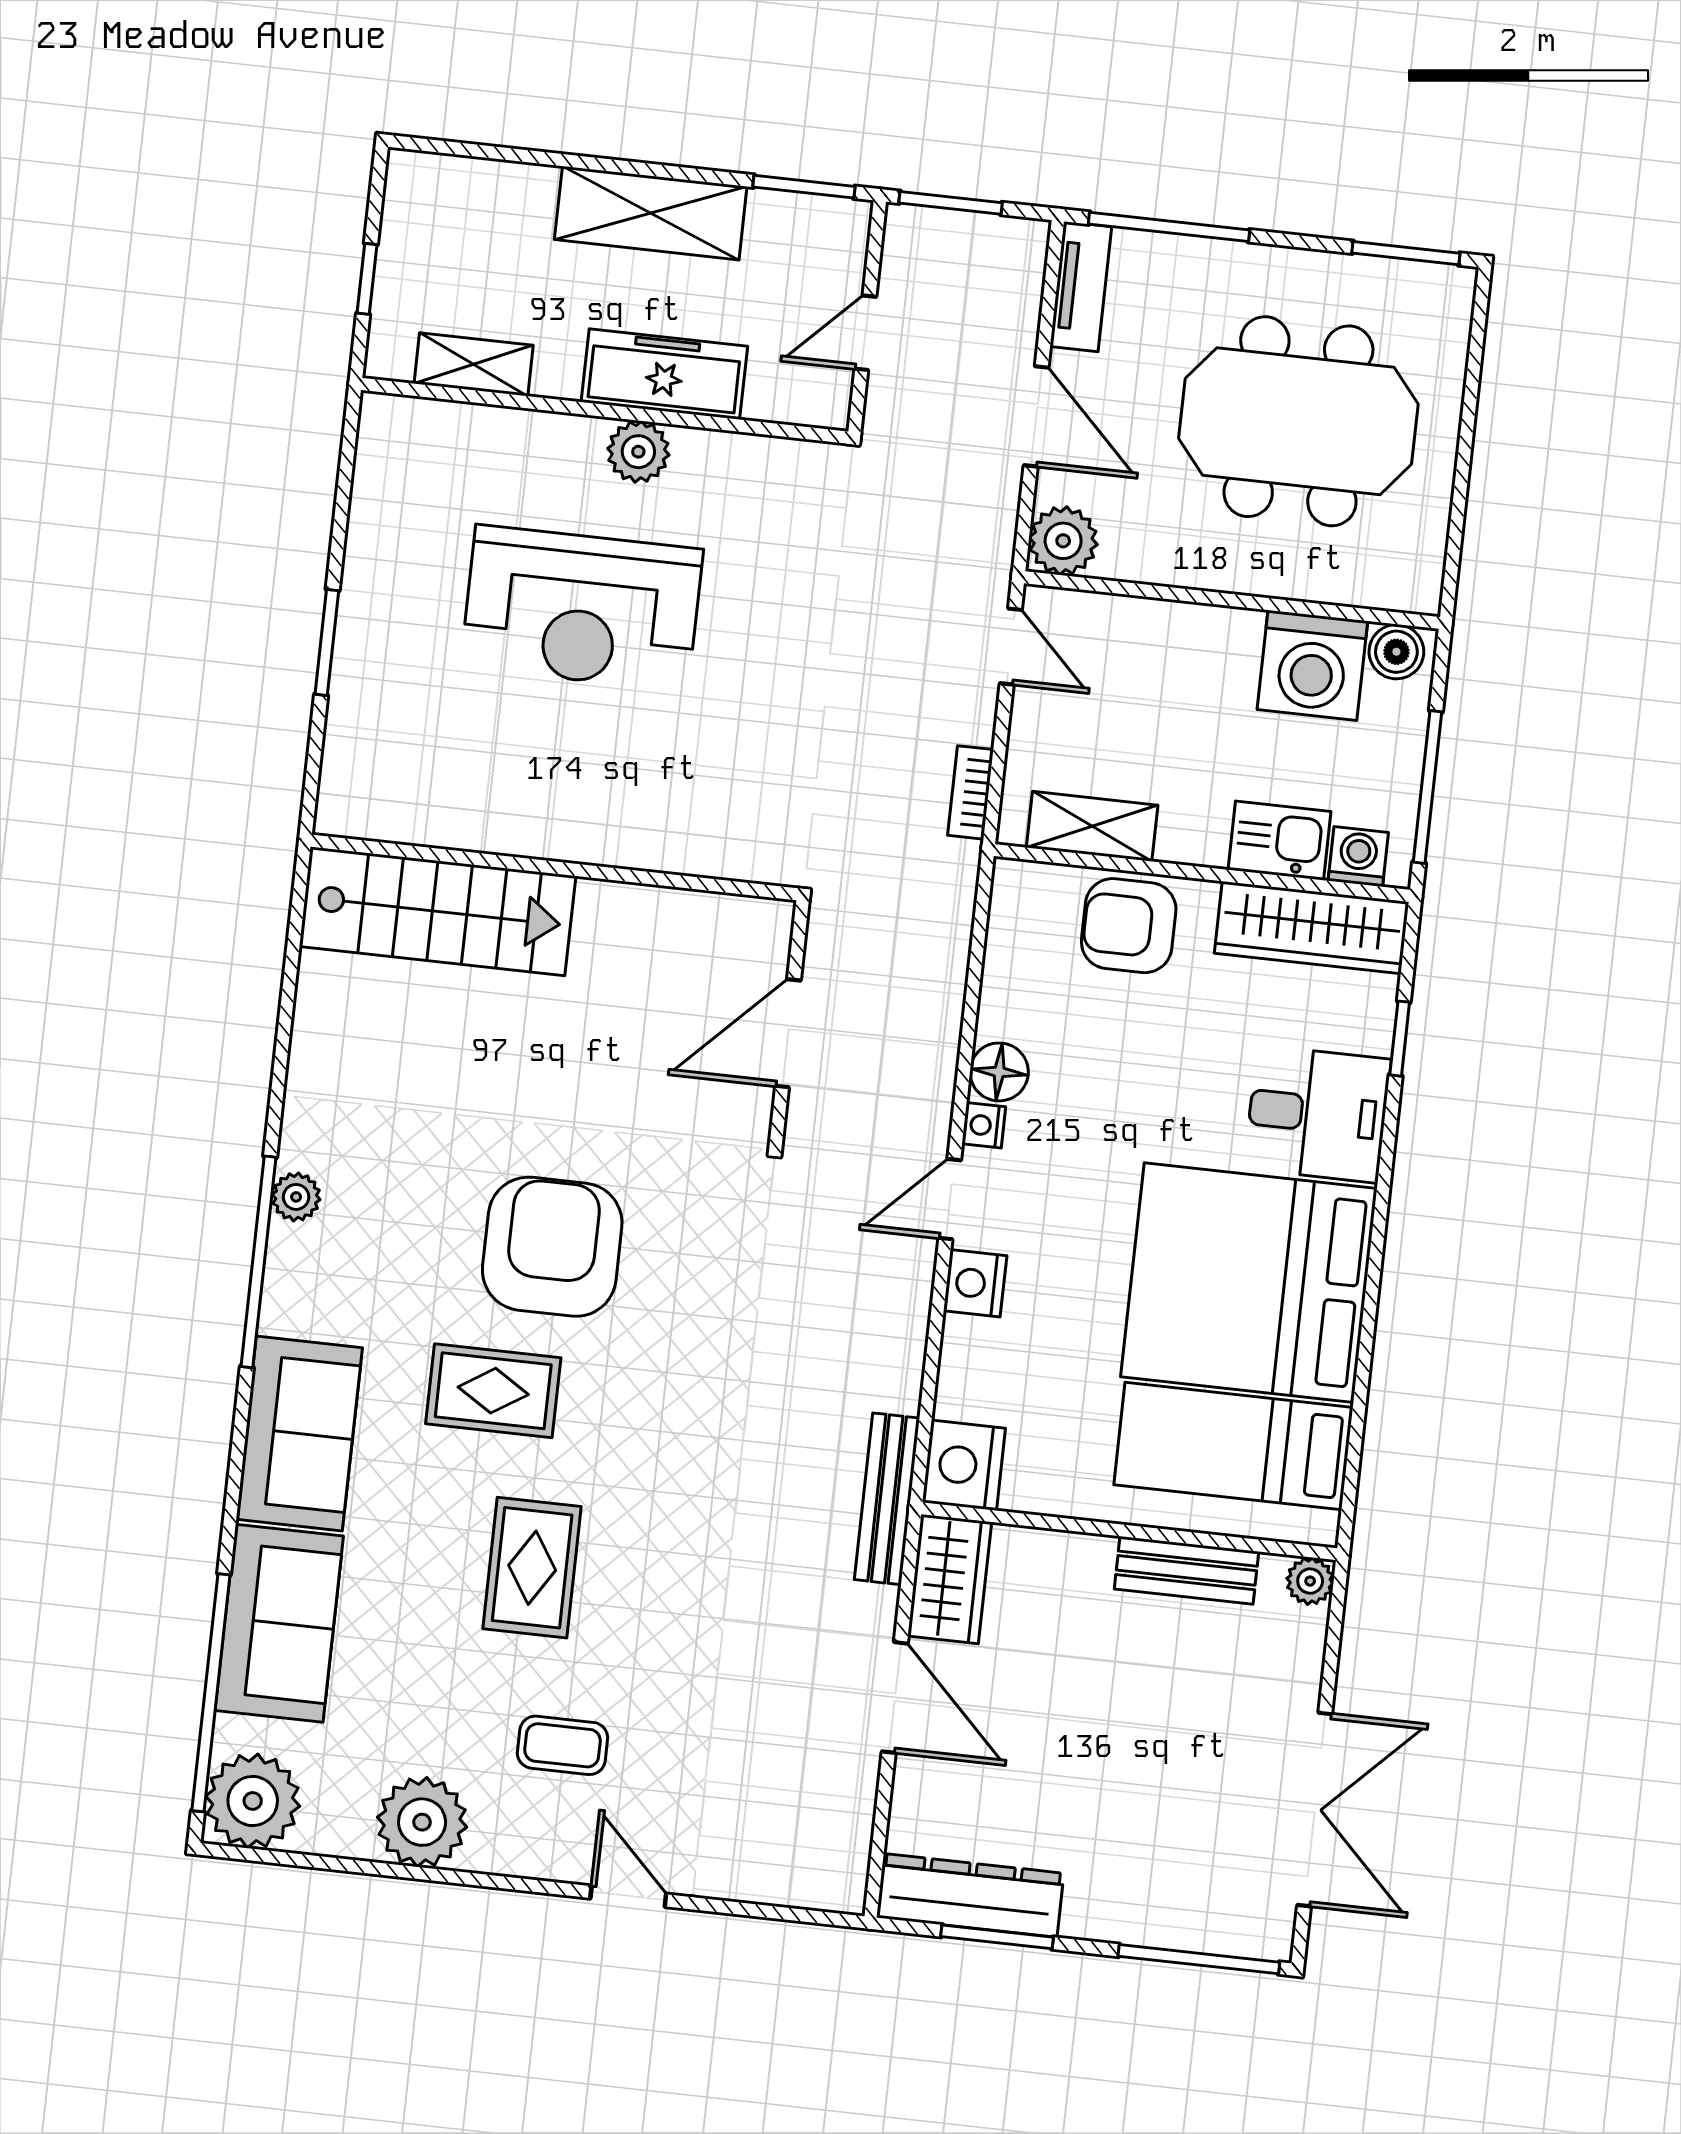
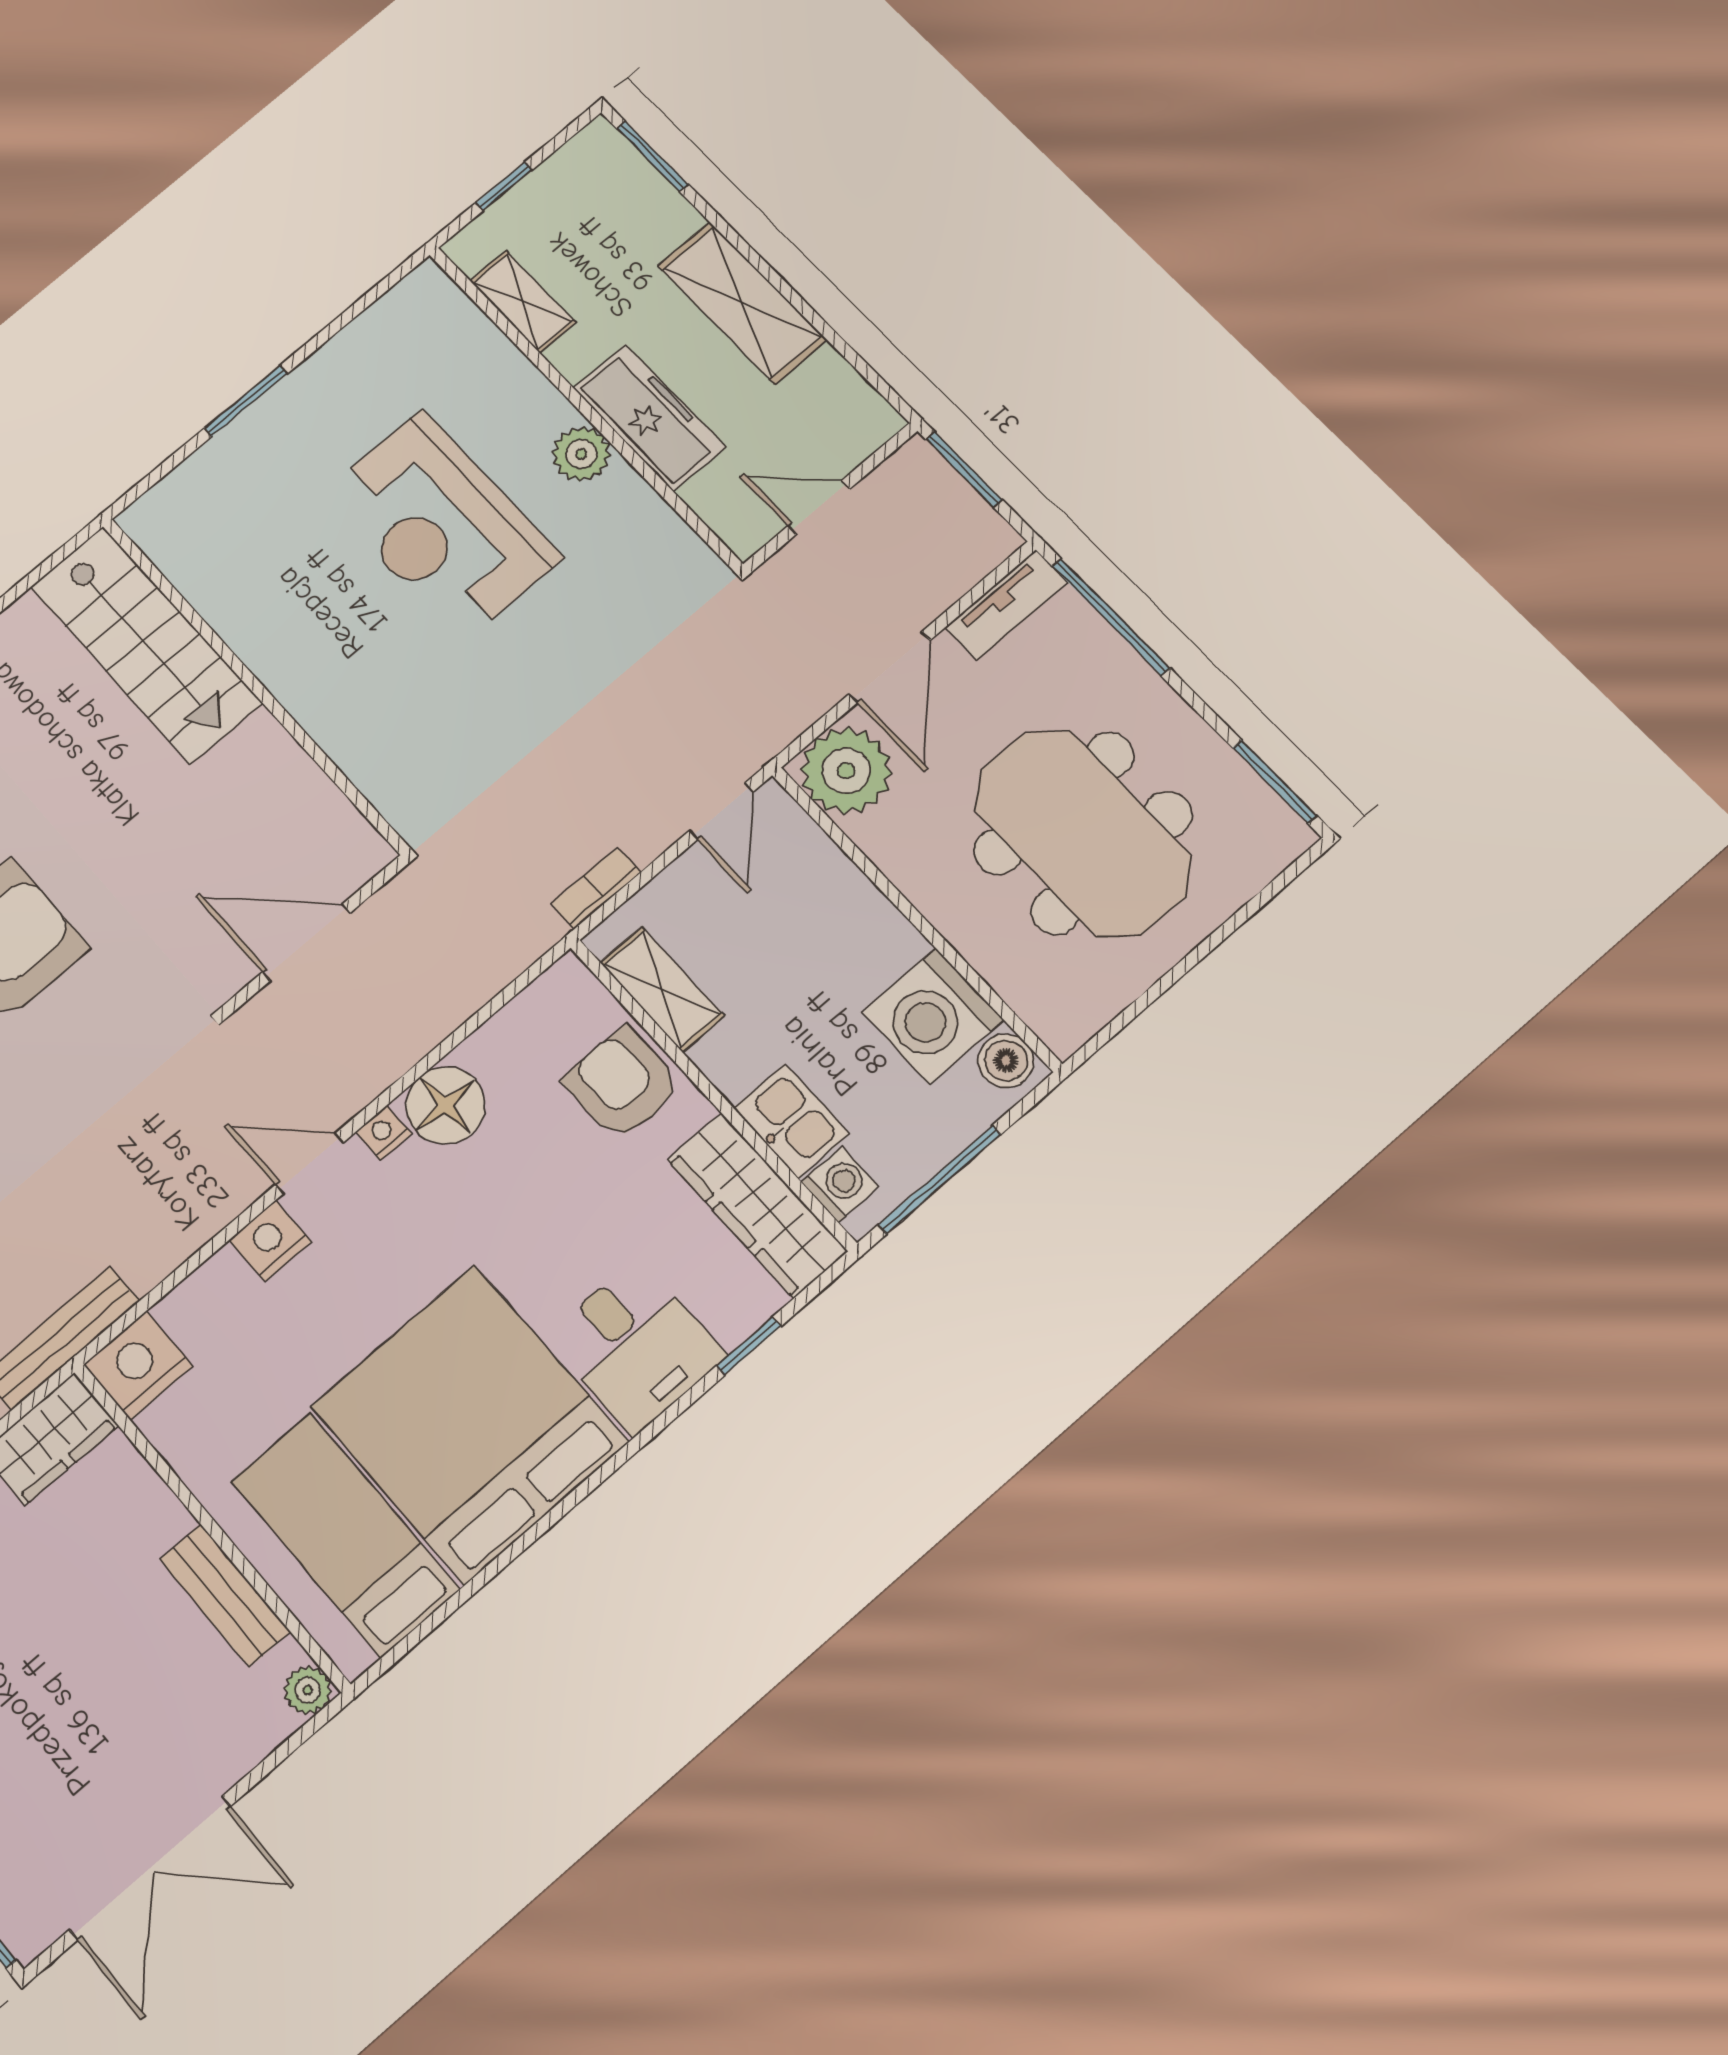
window: (804, 187) -> (652, 156), moved
plant: (1063, 541) -> (846, 771), width x1.36, depth x1.36
floor lamp: (999, 1072) -> (445, 1105), width x1.38, depth x1.38

